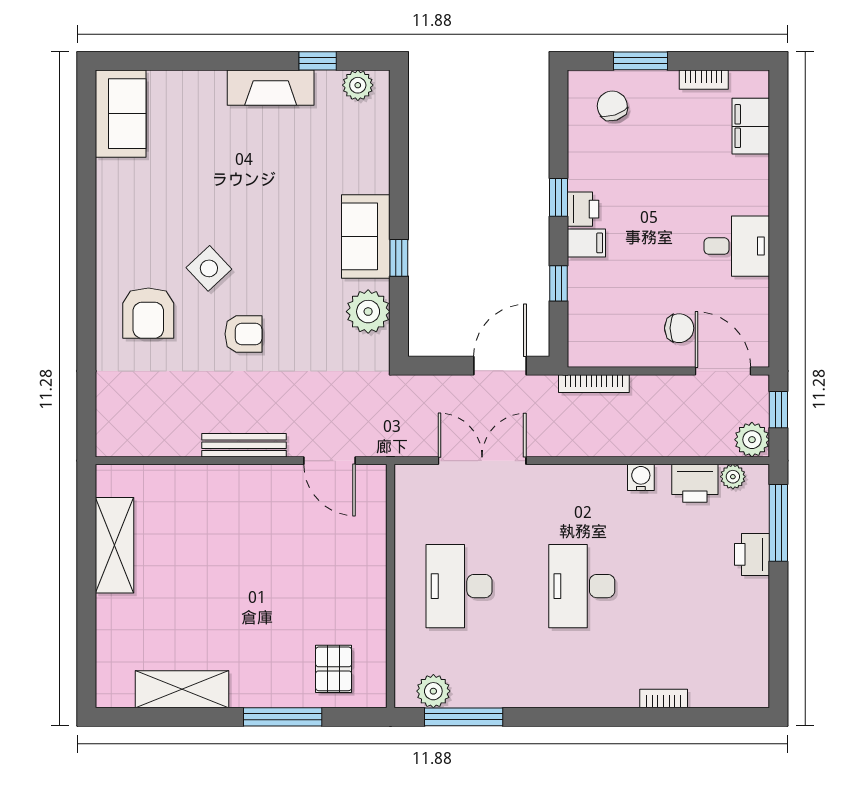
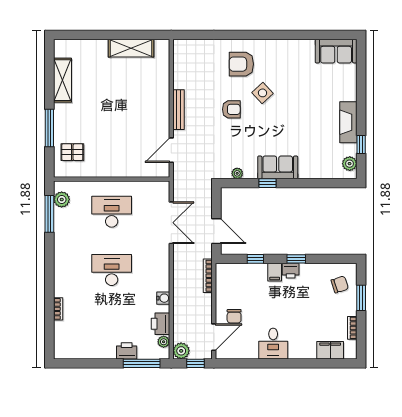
plant: (368, 312) -> (237, 173), width x0.53, depth x0.53
armchair: (244, 334) -> (231, 109), turned -90

